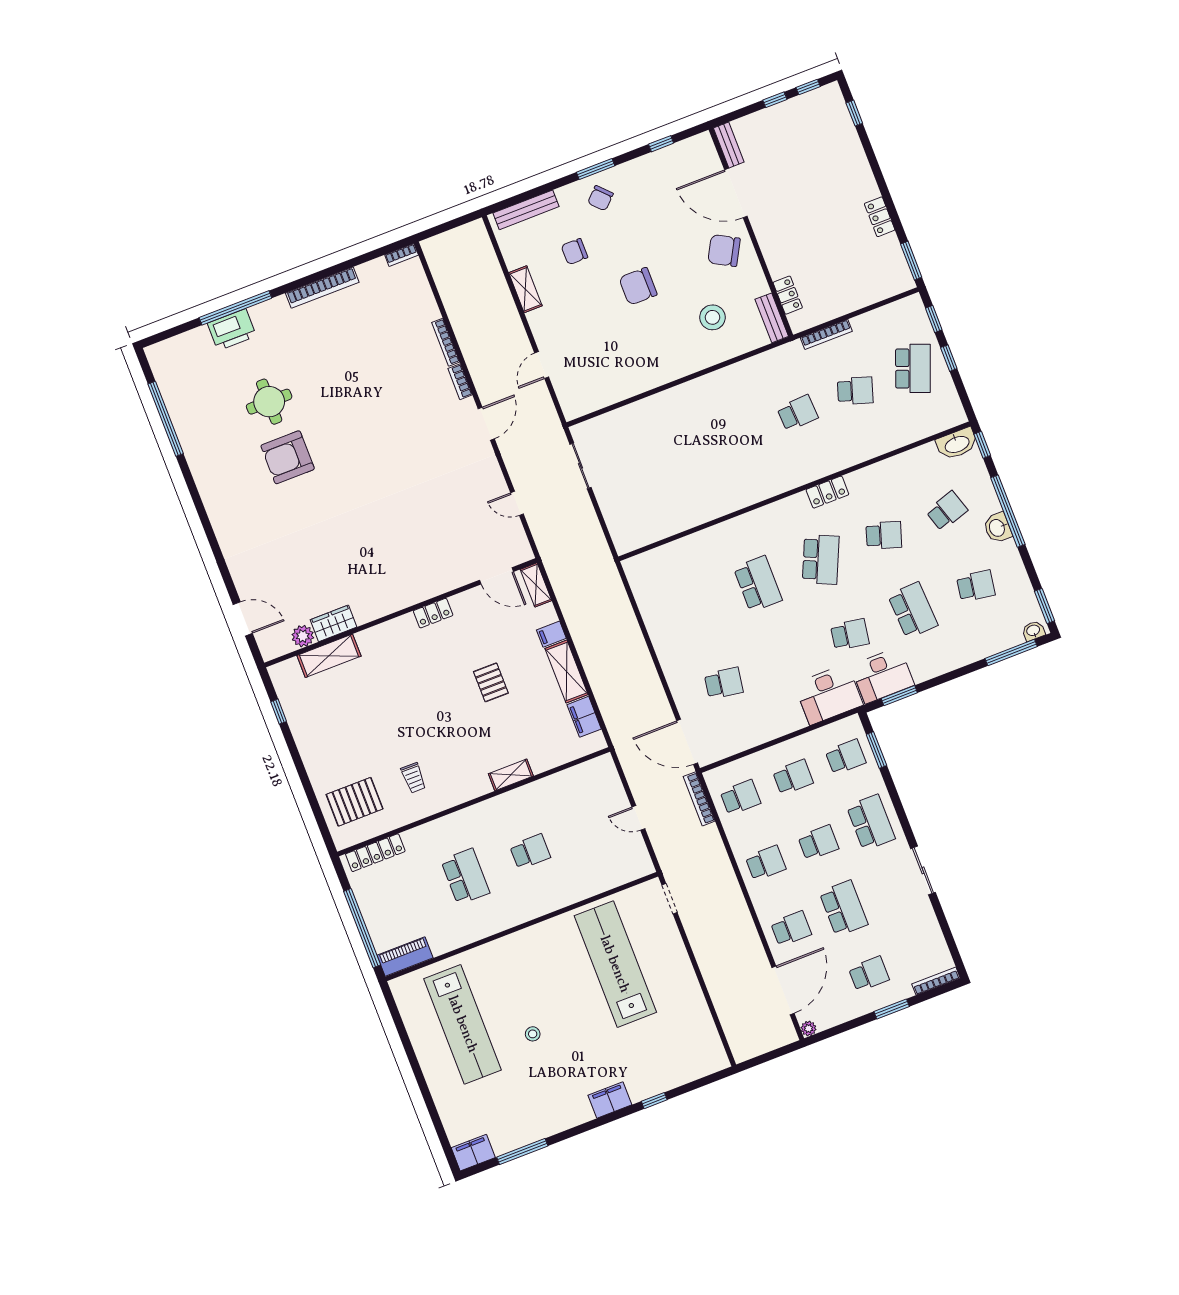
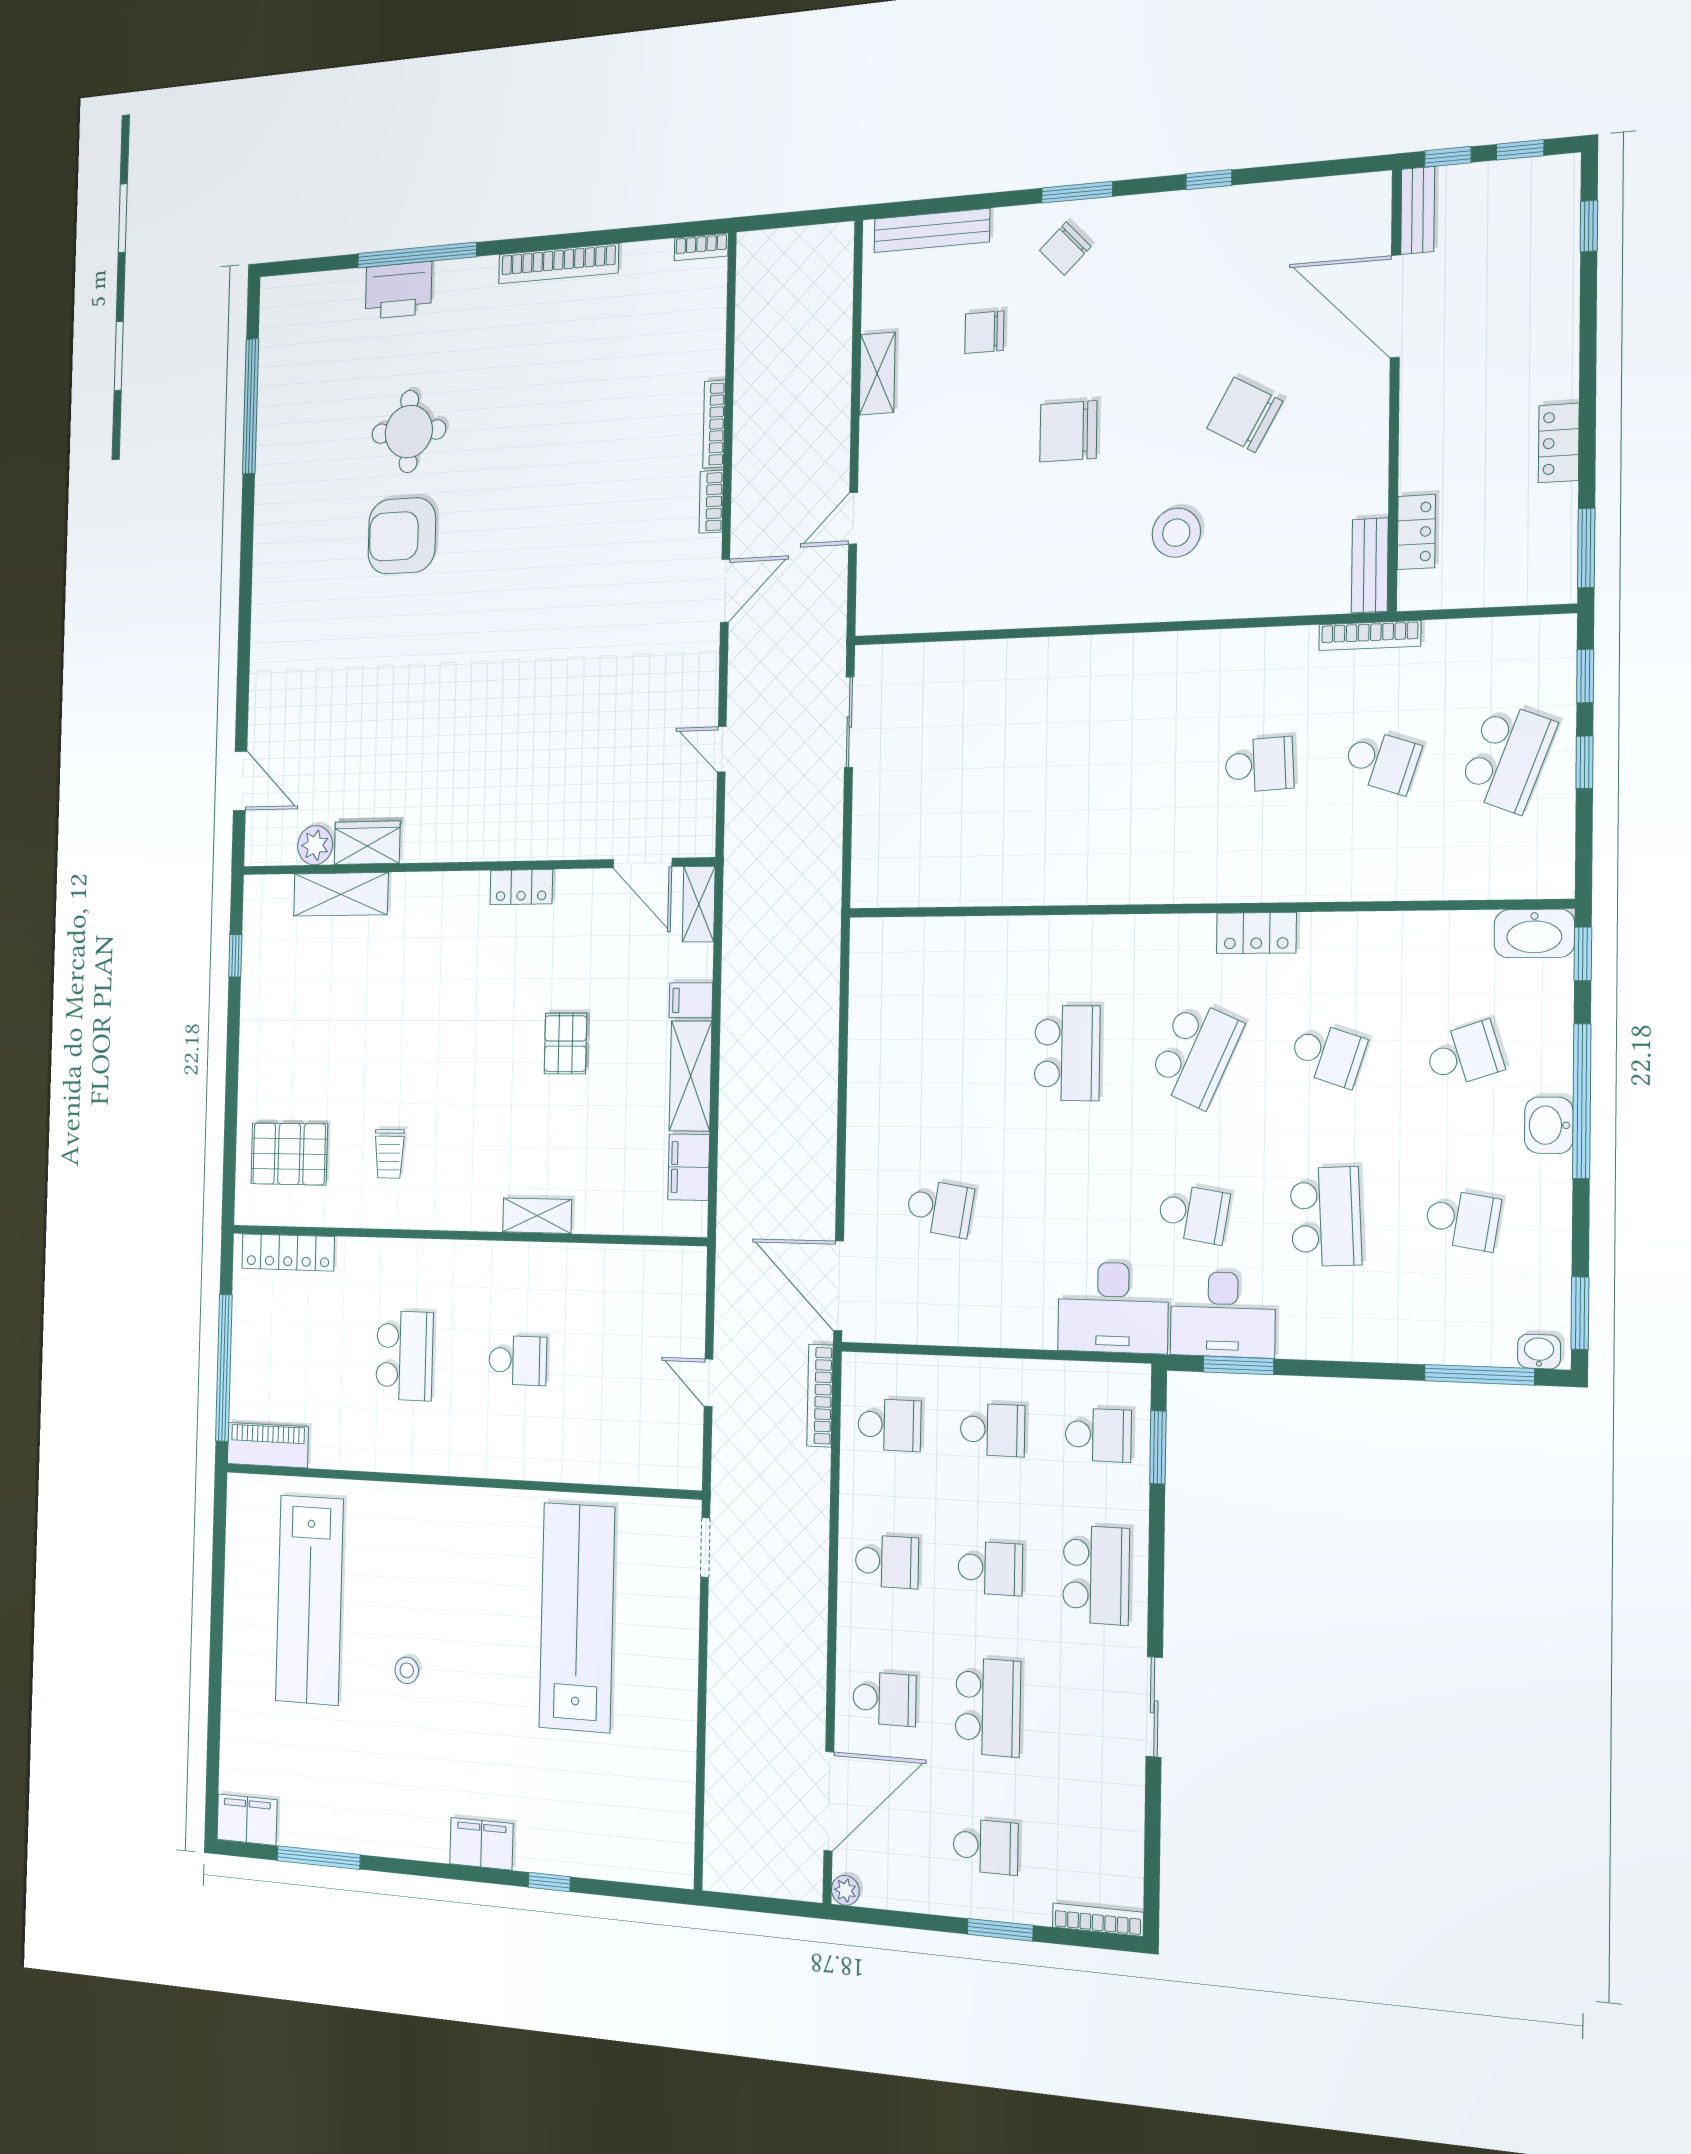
bench: (729, 145) -> (1418, 210), moved
door: (736, 193) -> (1395, 306), moved
wall: (751, 232) -> (1394, 390), moved
locker: (788, 295) -> (1416, 532), moved
bench: (772, 318) -> (1370, 565), moved

